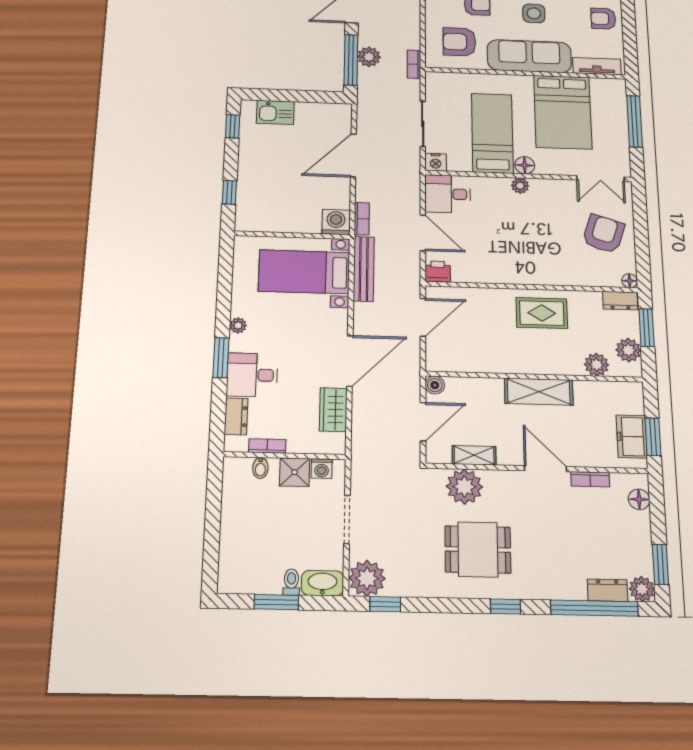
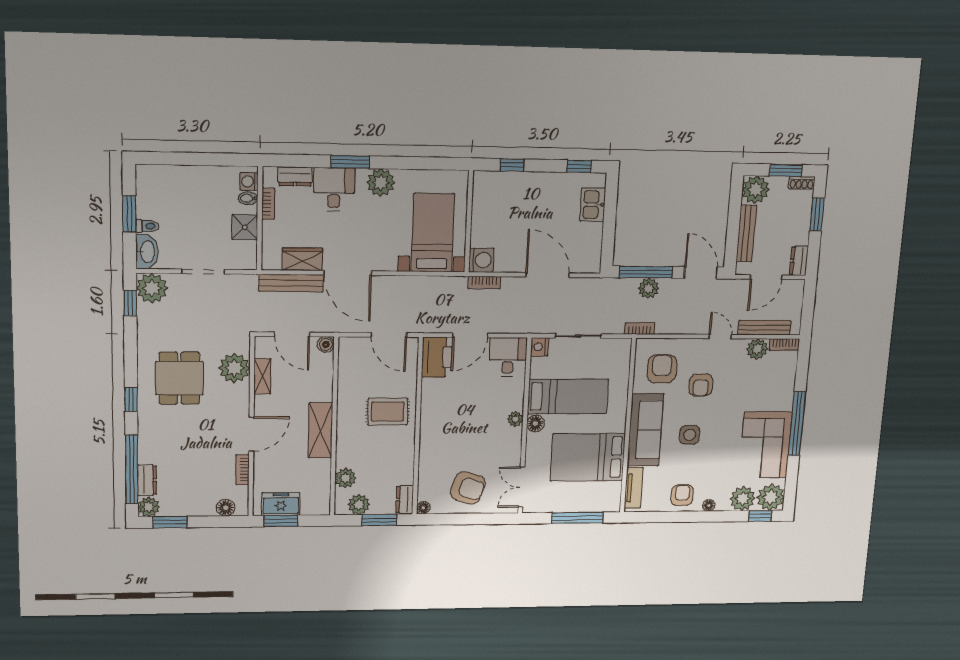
bench: (364, 269) -> (291, 283), moved
printer: (438, 272) -> (437, 357), width x1.87, depth x1.48
rug: (542, 313) -> (388, 412), moved, turned 90
plant: (238, 325) -> (381, 183), width x1.88, depth x1.88
washing machine: (322, 469) -> (249, 181), moved

